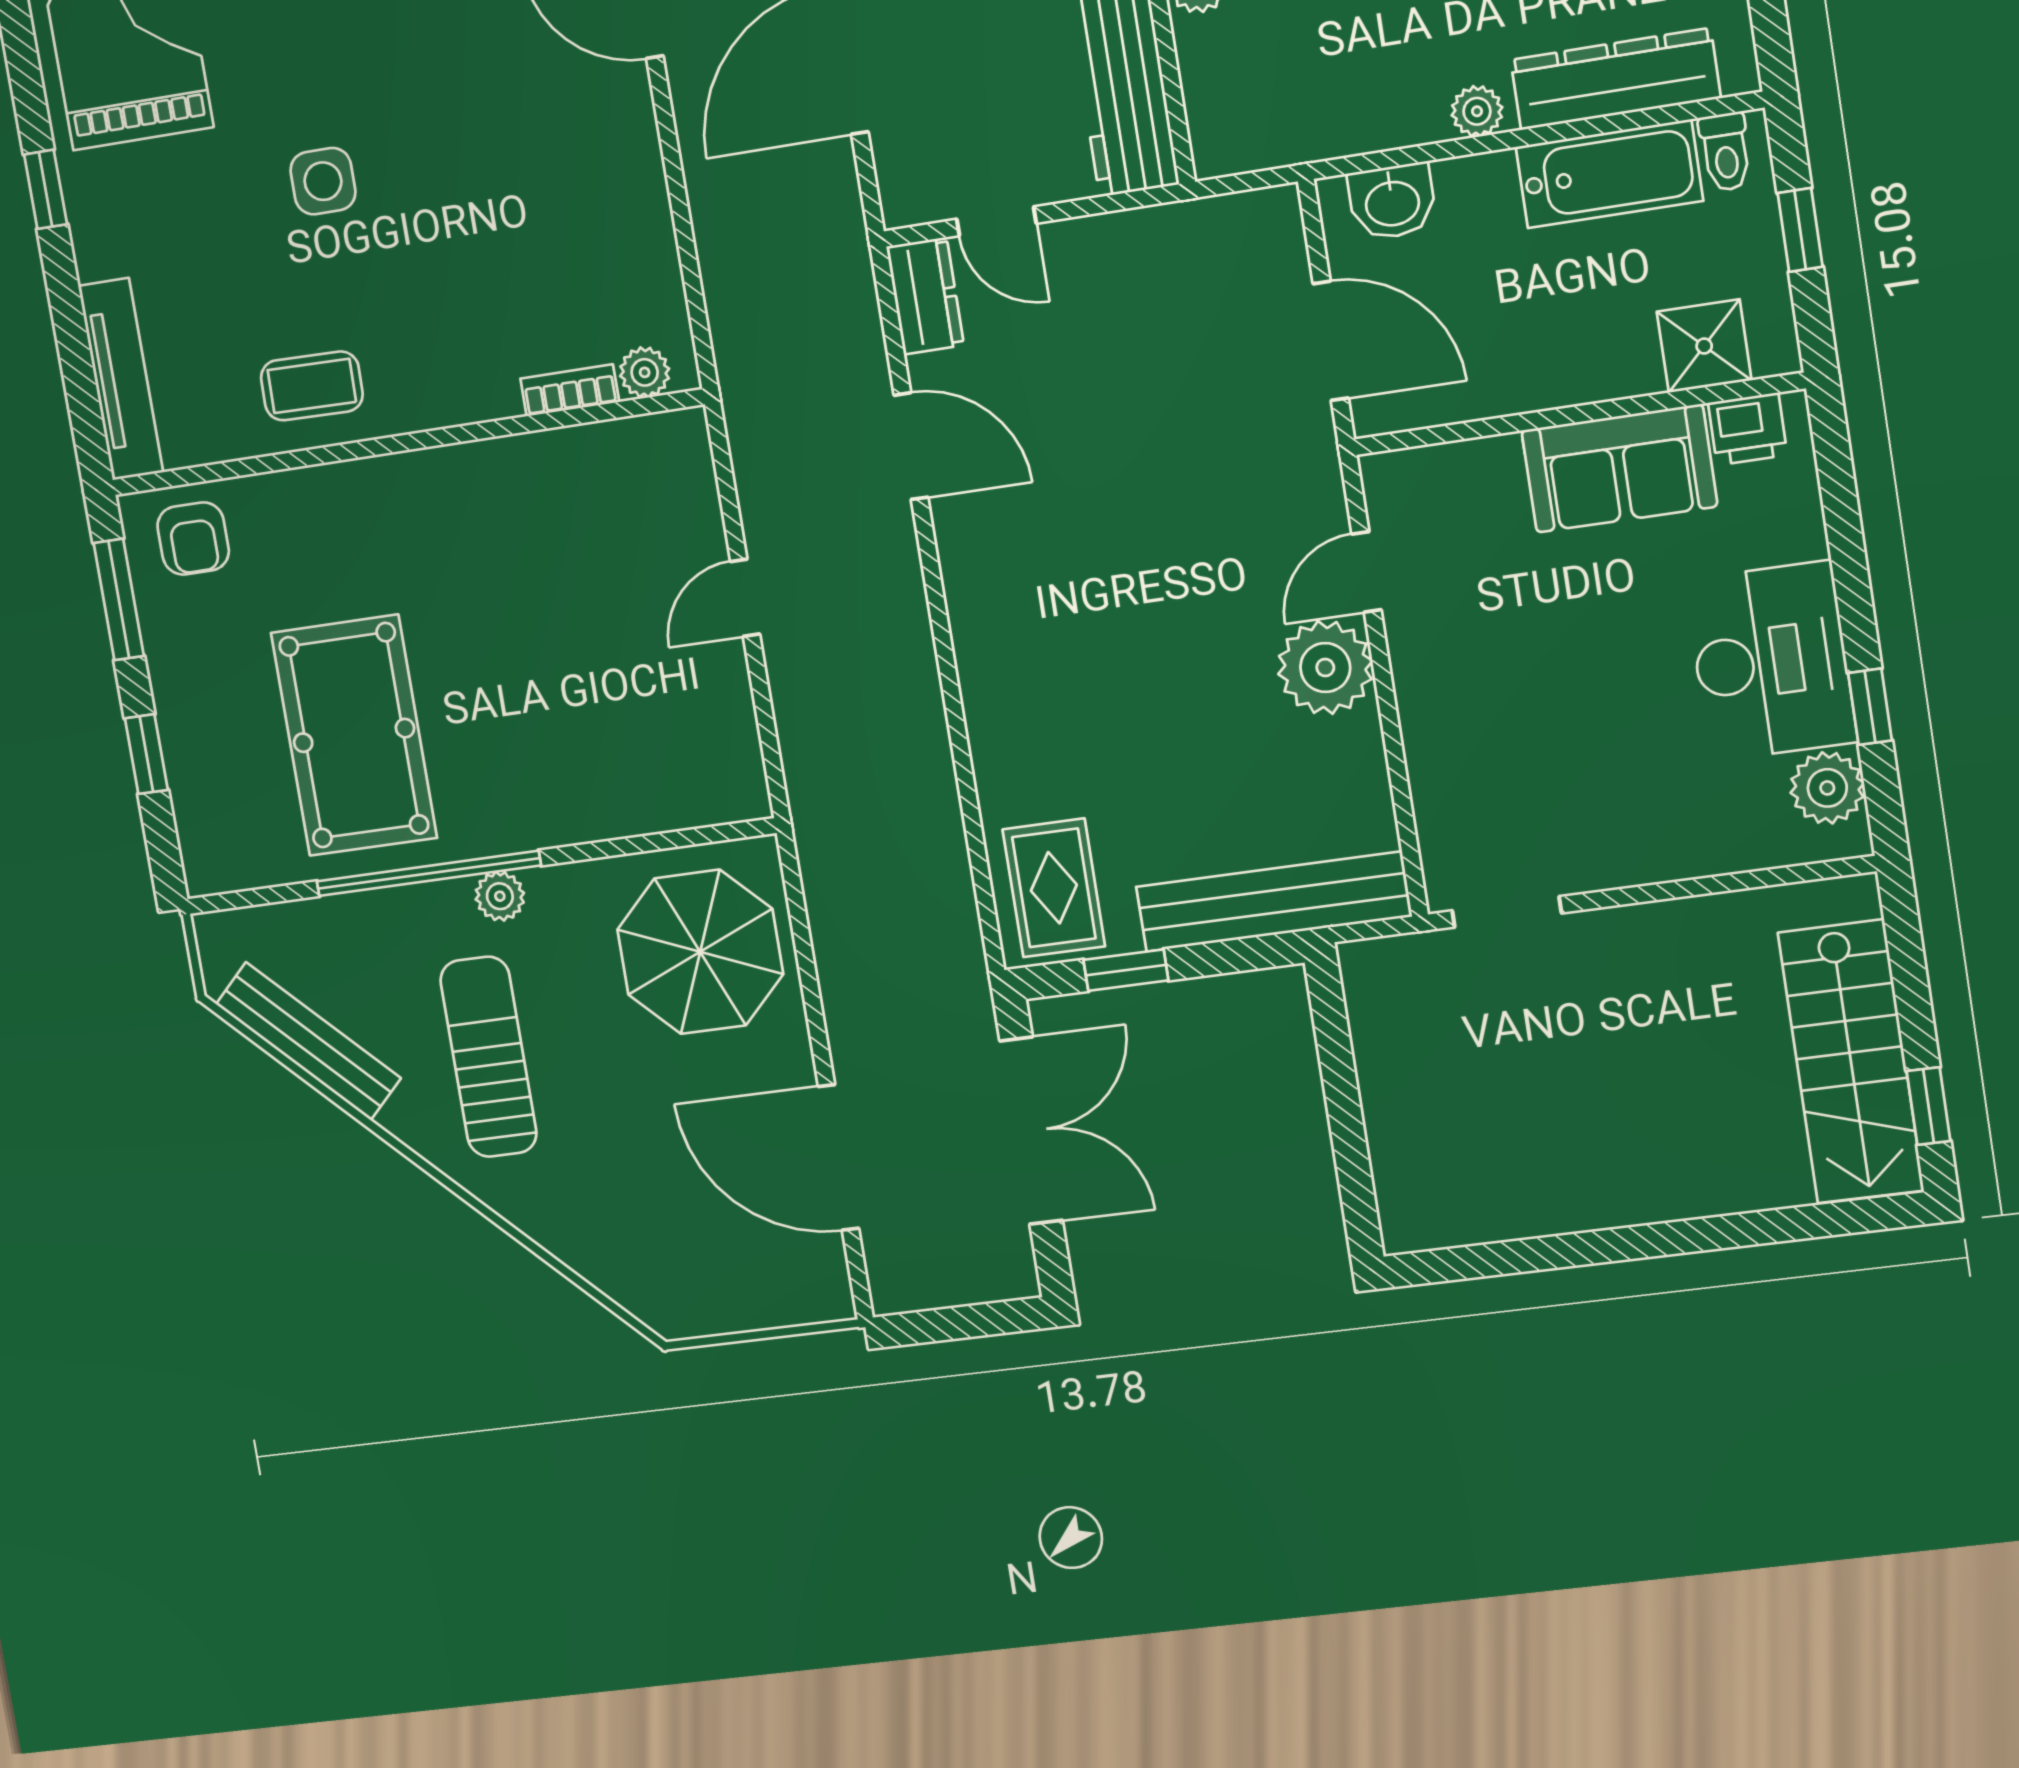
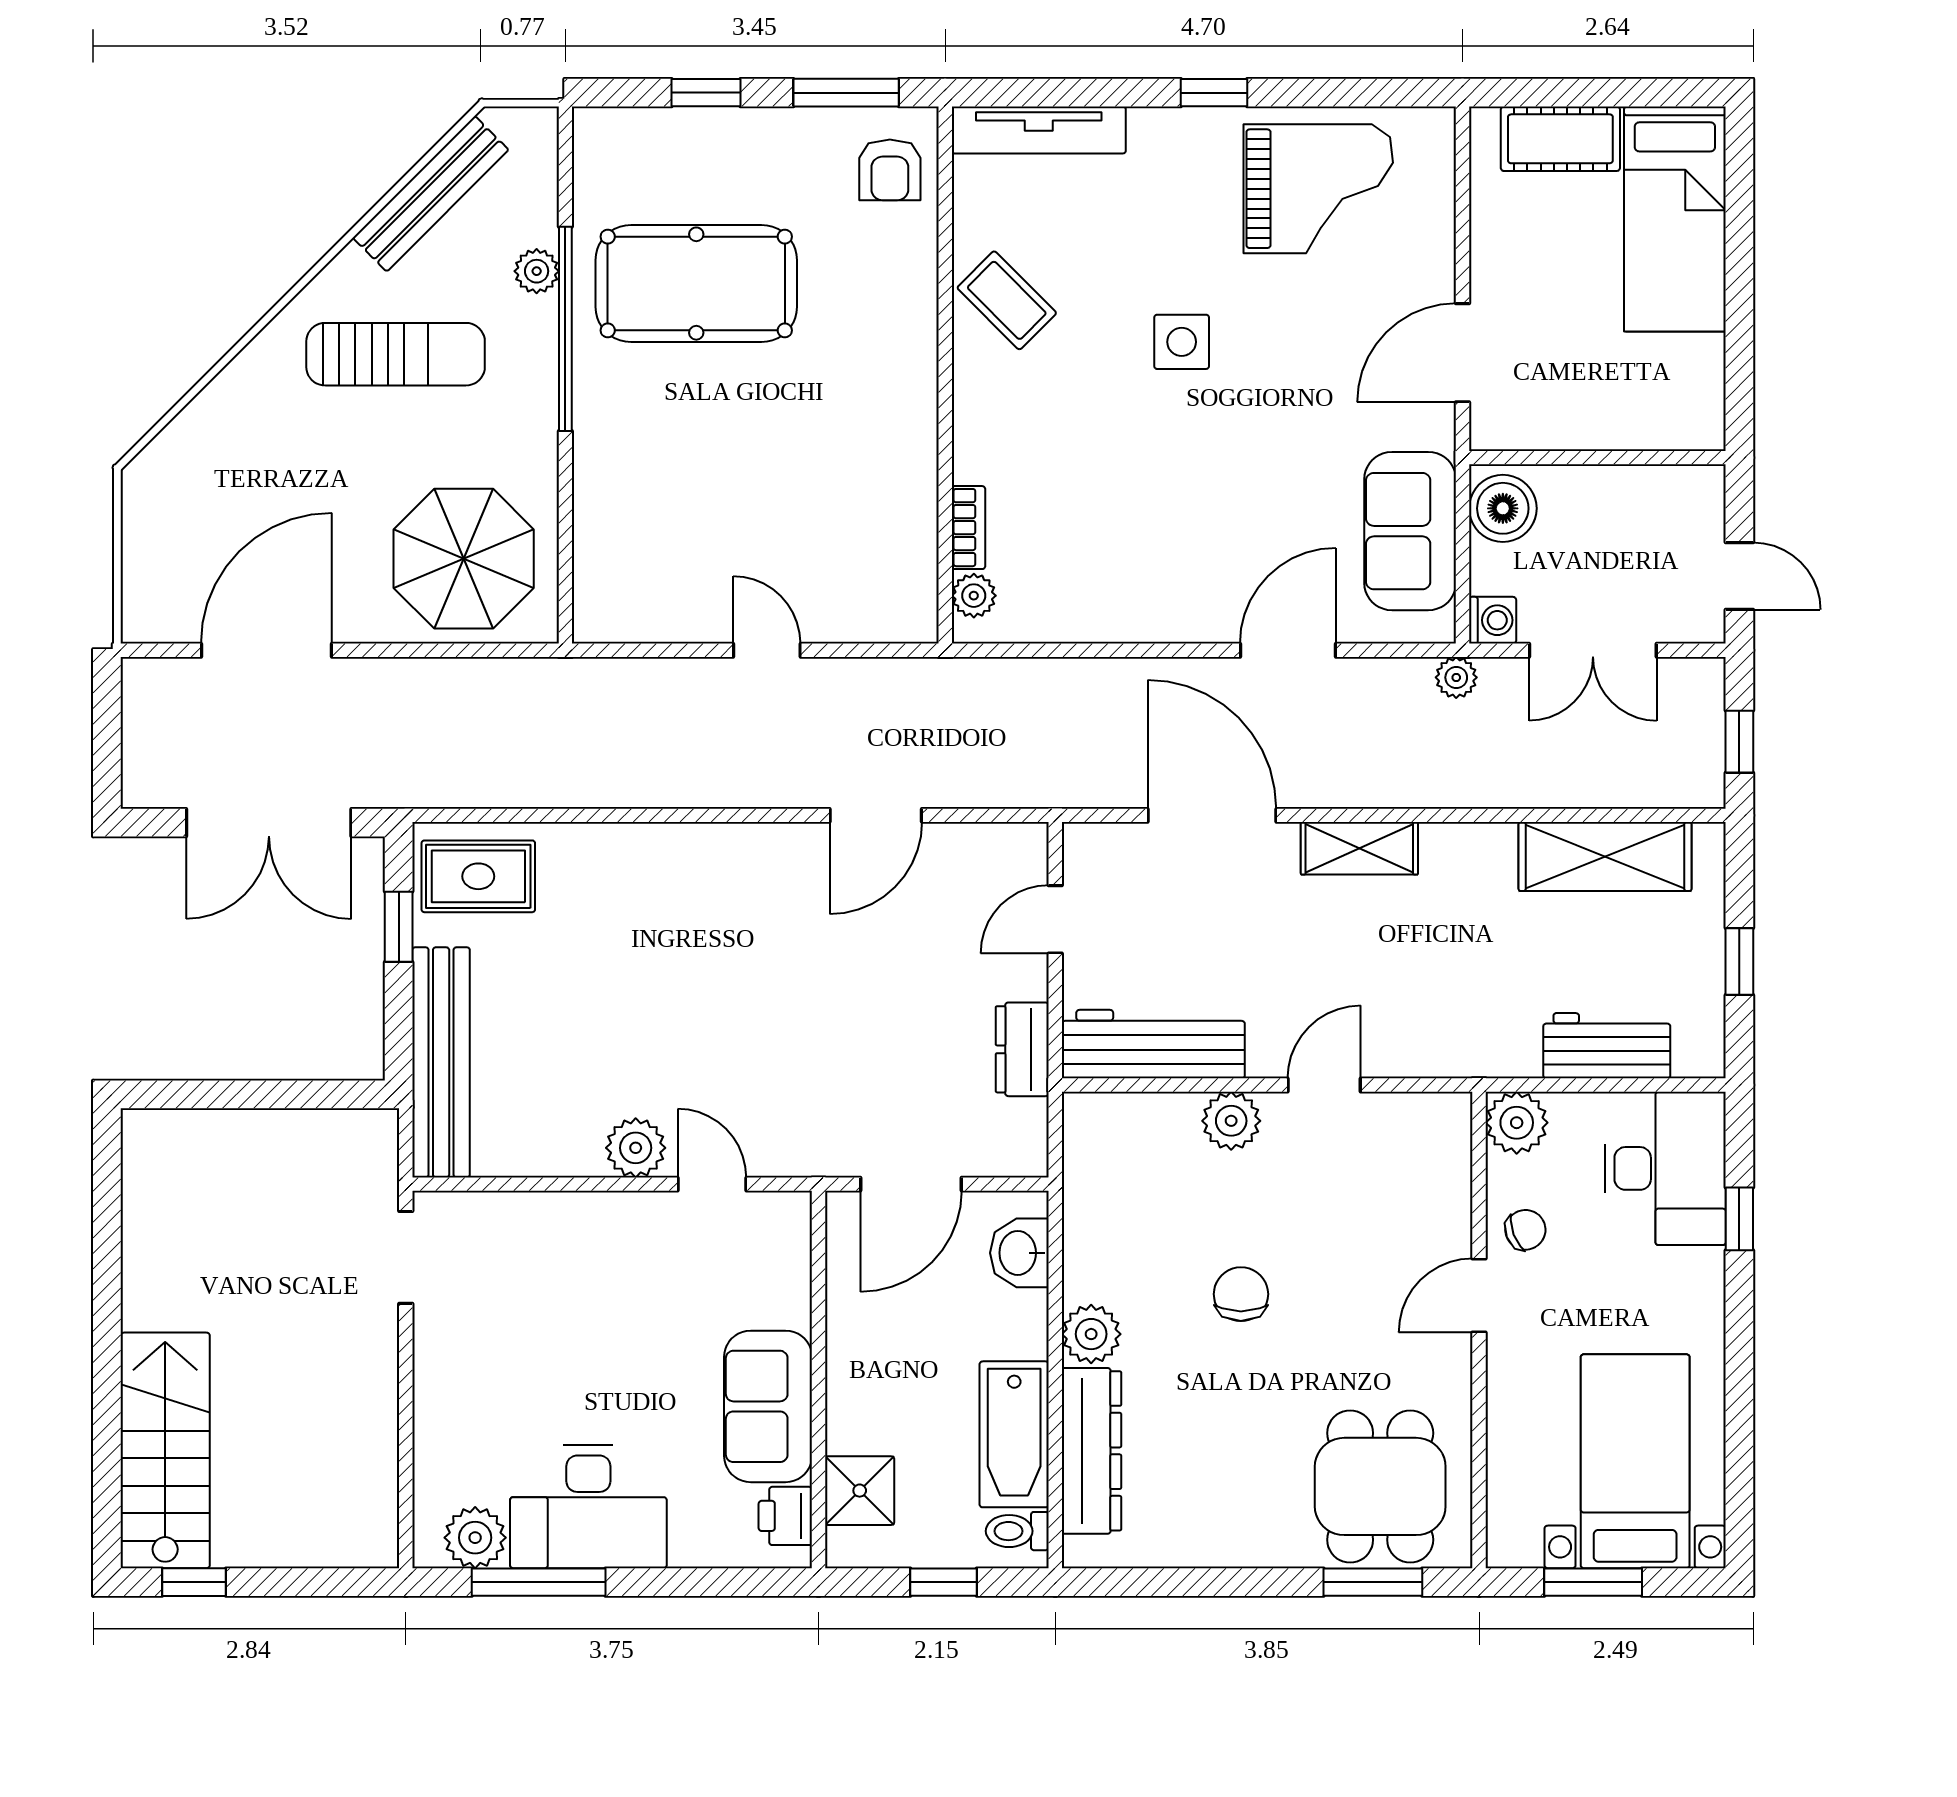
plant: (1477, 111) -> (1091, 1334), width x1.38, depth x1.38
dresser: (925, 296) -> (1022, 1049), moved, turned 90
coffee table: (312, 386) -> (1007, 300), turned -46
armchair: (193, 538) -> (890, 170), turned -90
plant: (1325, 668) -> (636, 1148), width x0.73, depth x0.73
window: (1870, 707) -> (539, 1582), width x2.17
plant: (500, 896) -> (537, 271), moved
stairs: (1851, 1062) -> (165, 1450), moved, turned 90

